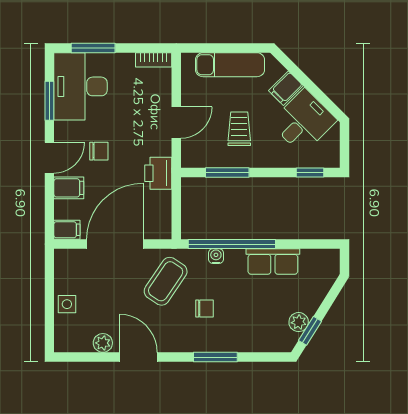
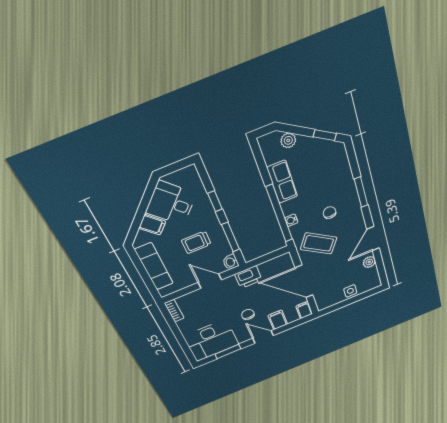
window: (93, 48) -> (184, 344), removed
washbasin: (192, 159) -> (231, 262), added
window: (310, 173) -> (215, 201), moved
plant: (299, 322) -> (288, 140), moved

